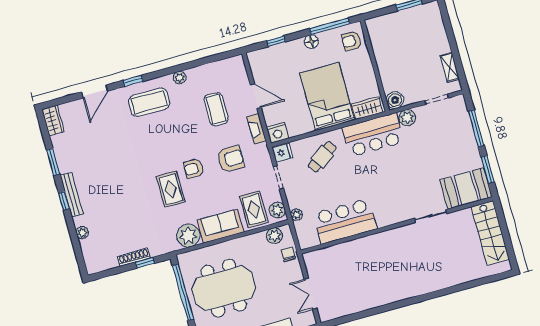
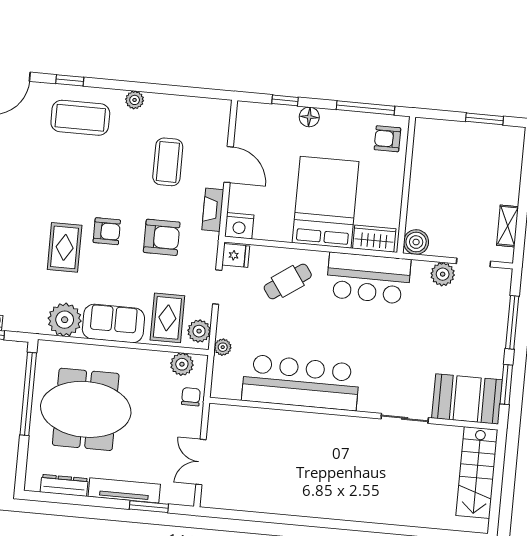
floor lamp: (311, 42) -> (309, 117), moved
plant: (407, 118) -> (443, 274), moved
armchair: (194, 169) -> (107, 231), turned 180
bar counter: (345, 221) -> (301, 383), width x1.36

